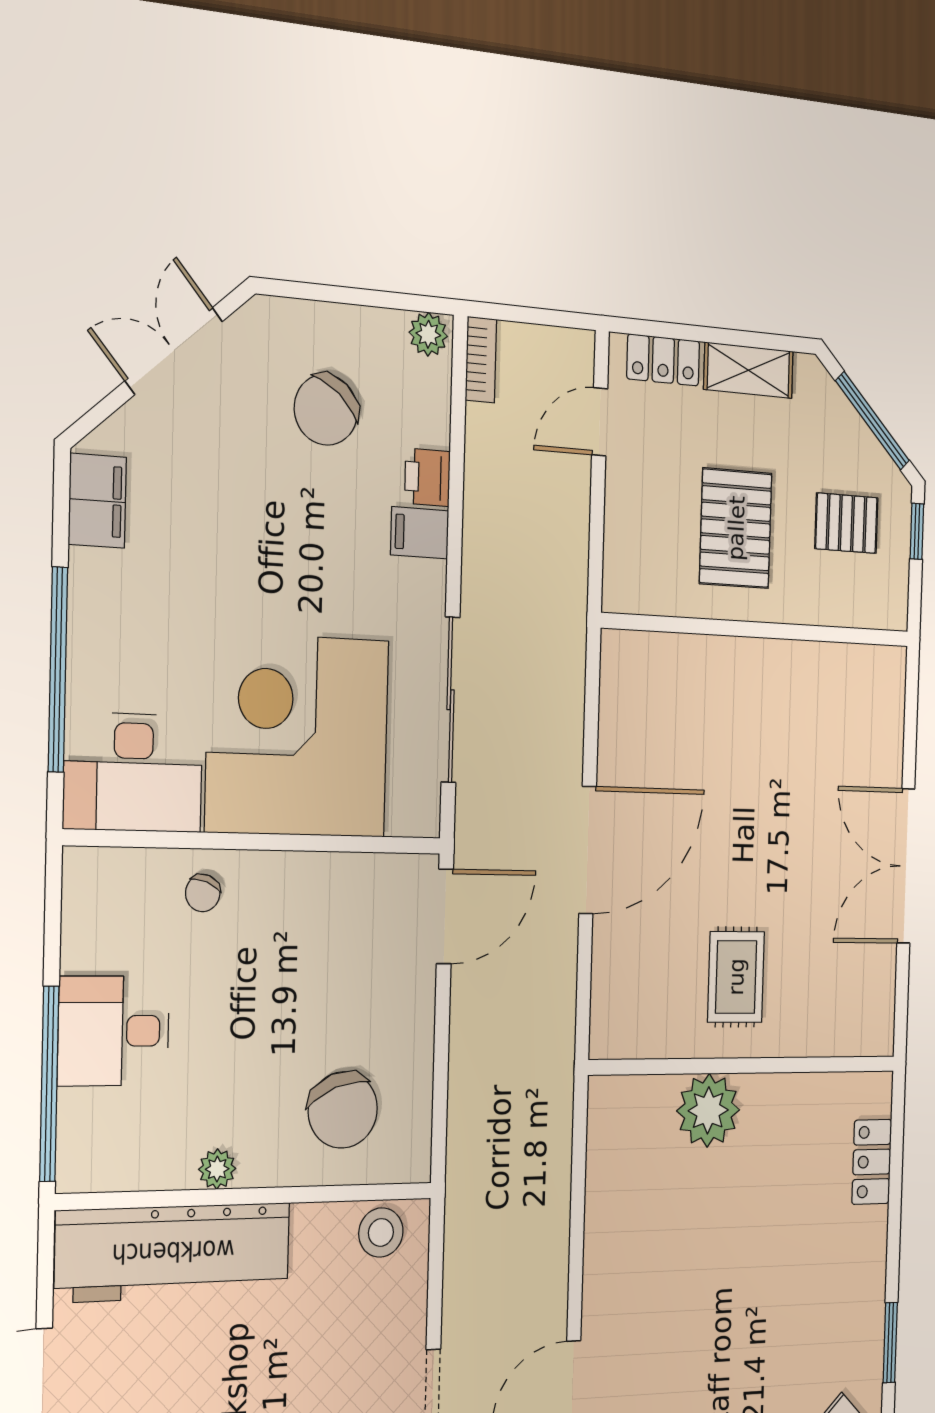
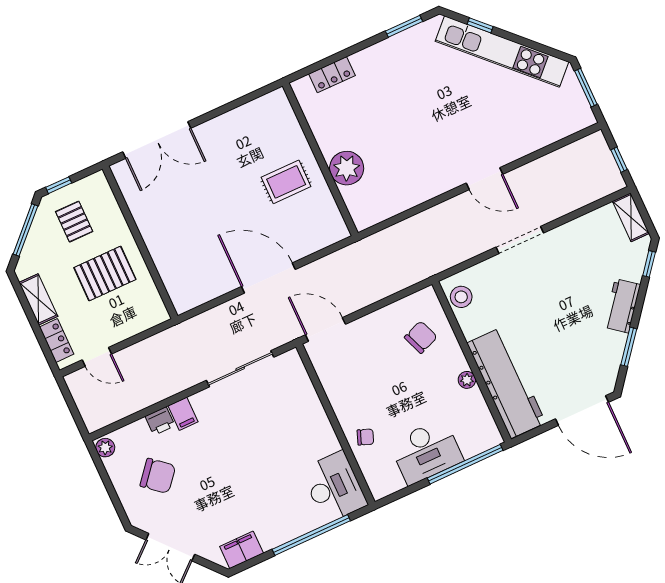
bookcase: (481, 360) -> (102, 421), removed
corner desk: (297, 736) -> (287, 427), removed
double door: (906, 866) -> (157, 140), moved
desk: (114, 1031) -> (426, 452), width x1.37
chair: (343, 1110) -> (421, 337), width x0.73, depth x0.73

